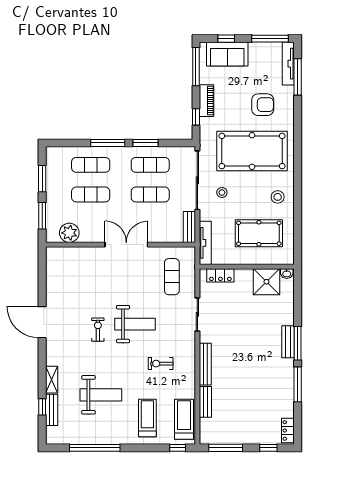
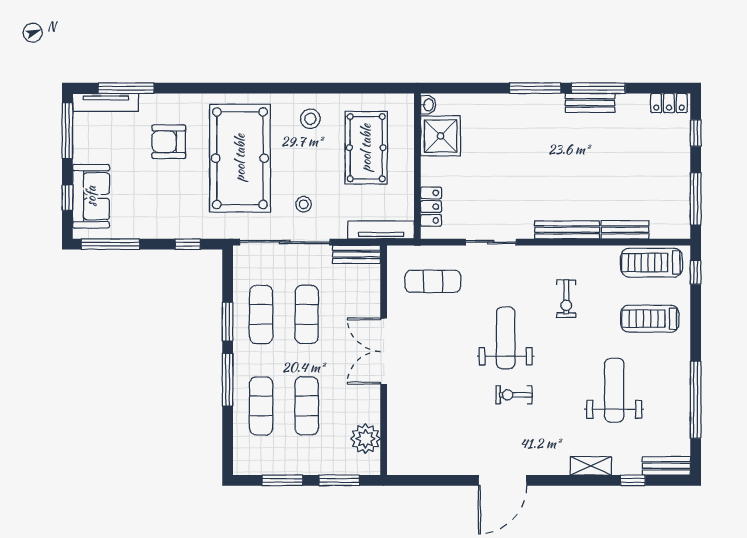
piano: (207, 101) -> (162, 228), removed
armchair: (263, 105) -> (169, 142), turned -90
bench: (288, 342) -> (590, 103), moved
bench: (52, 410) -> (666, 466), moved

